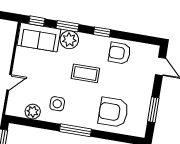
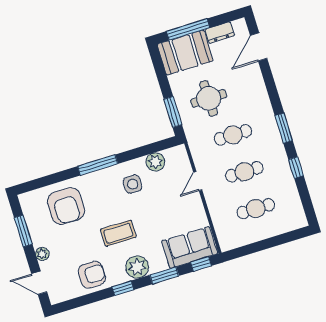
plant: (69, 40) -> (137, 267), moved
plant: (148, 86) -> (42, 254), added
armchair: (113, 112) -> (66, 206), turned 90

